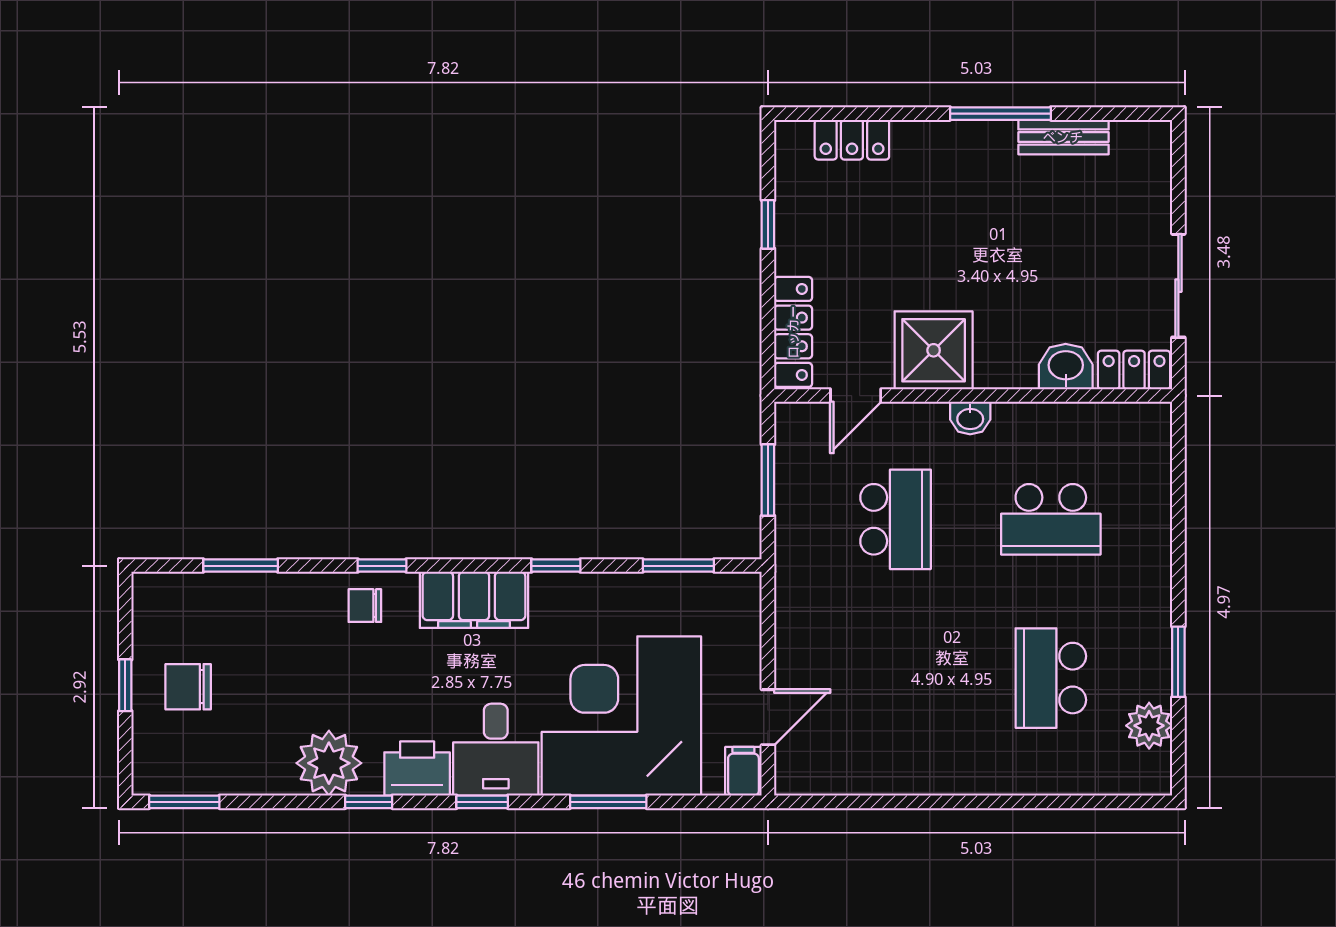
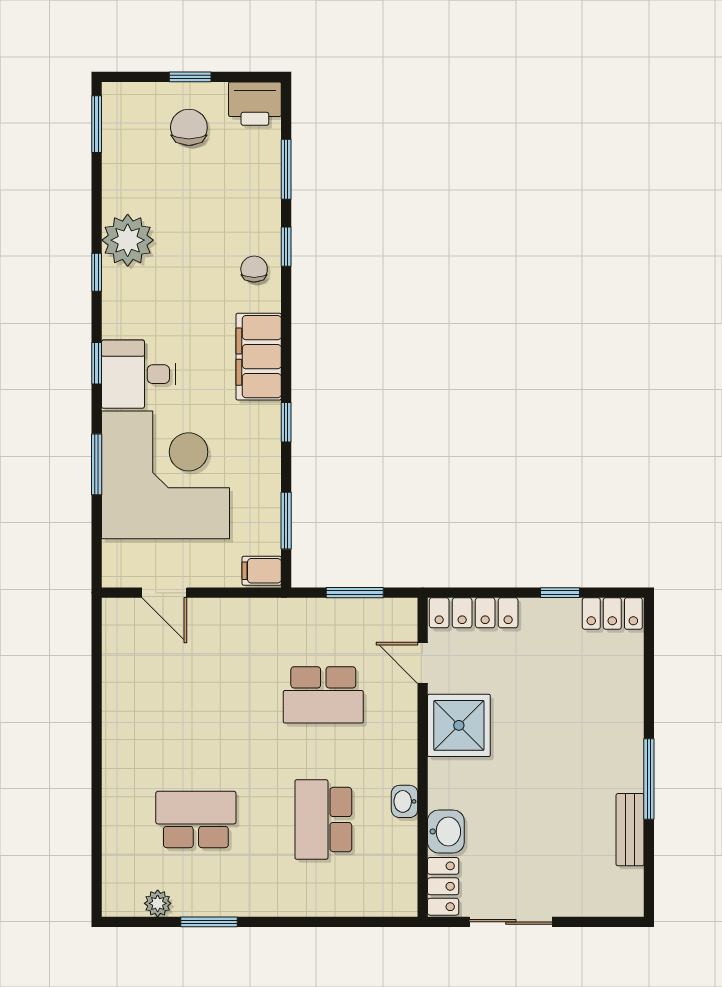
locker: (852, 140) -> (612, 613), moved, turned -90
washbasin: (970, 418) -> (405, 801), moved
window: (382, 566) -> (286, 247), moved
plant: (1149, 726) -> (158, 903), width x0.73, depth x0.73
printer: (417, 769) -> (255, 104), moved, turned 90
filing cabinet: (743, 771) -> (262, 571), moved, turned 180

